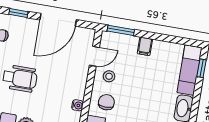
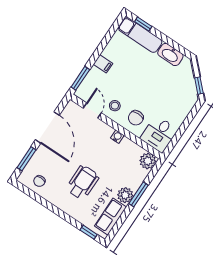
window: (18, 13) -> (26, 159), width x1.50
chair: (106, 102) -> (136, 118), turned -90
water cooler: (78, 105) -> (117, 137), moved

